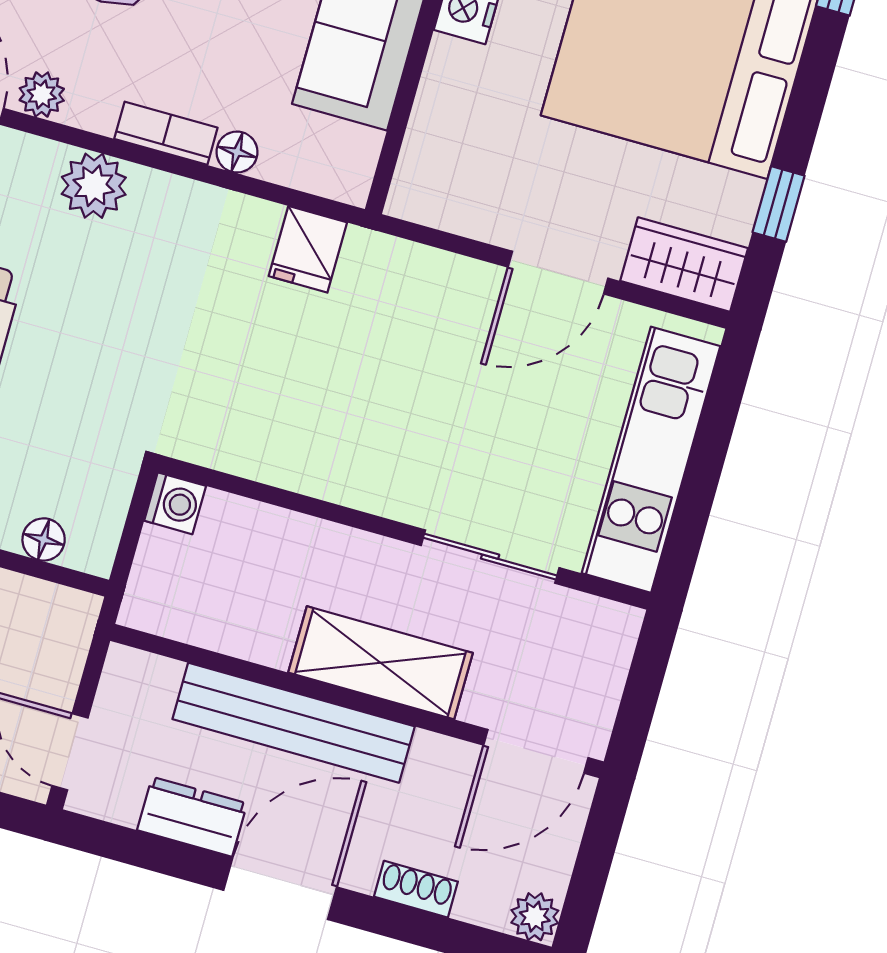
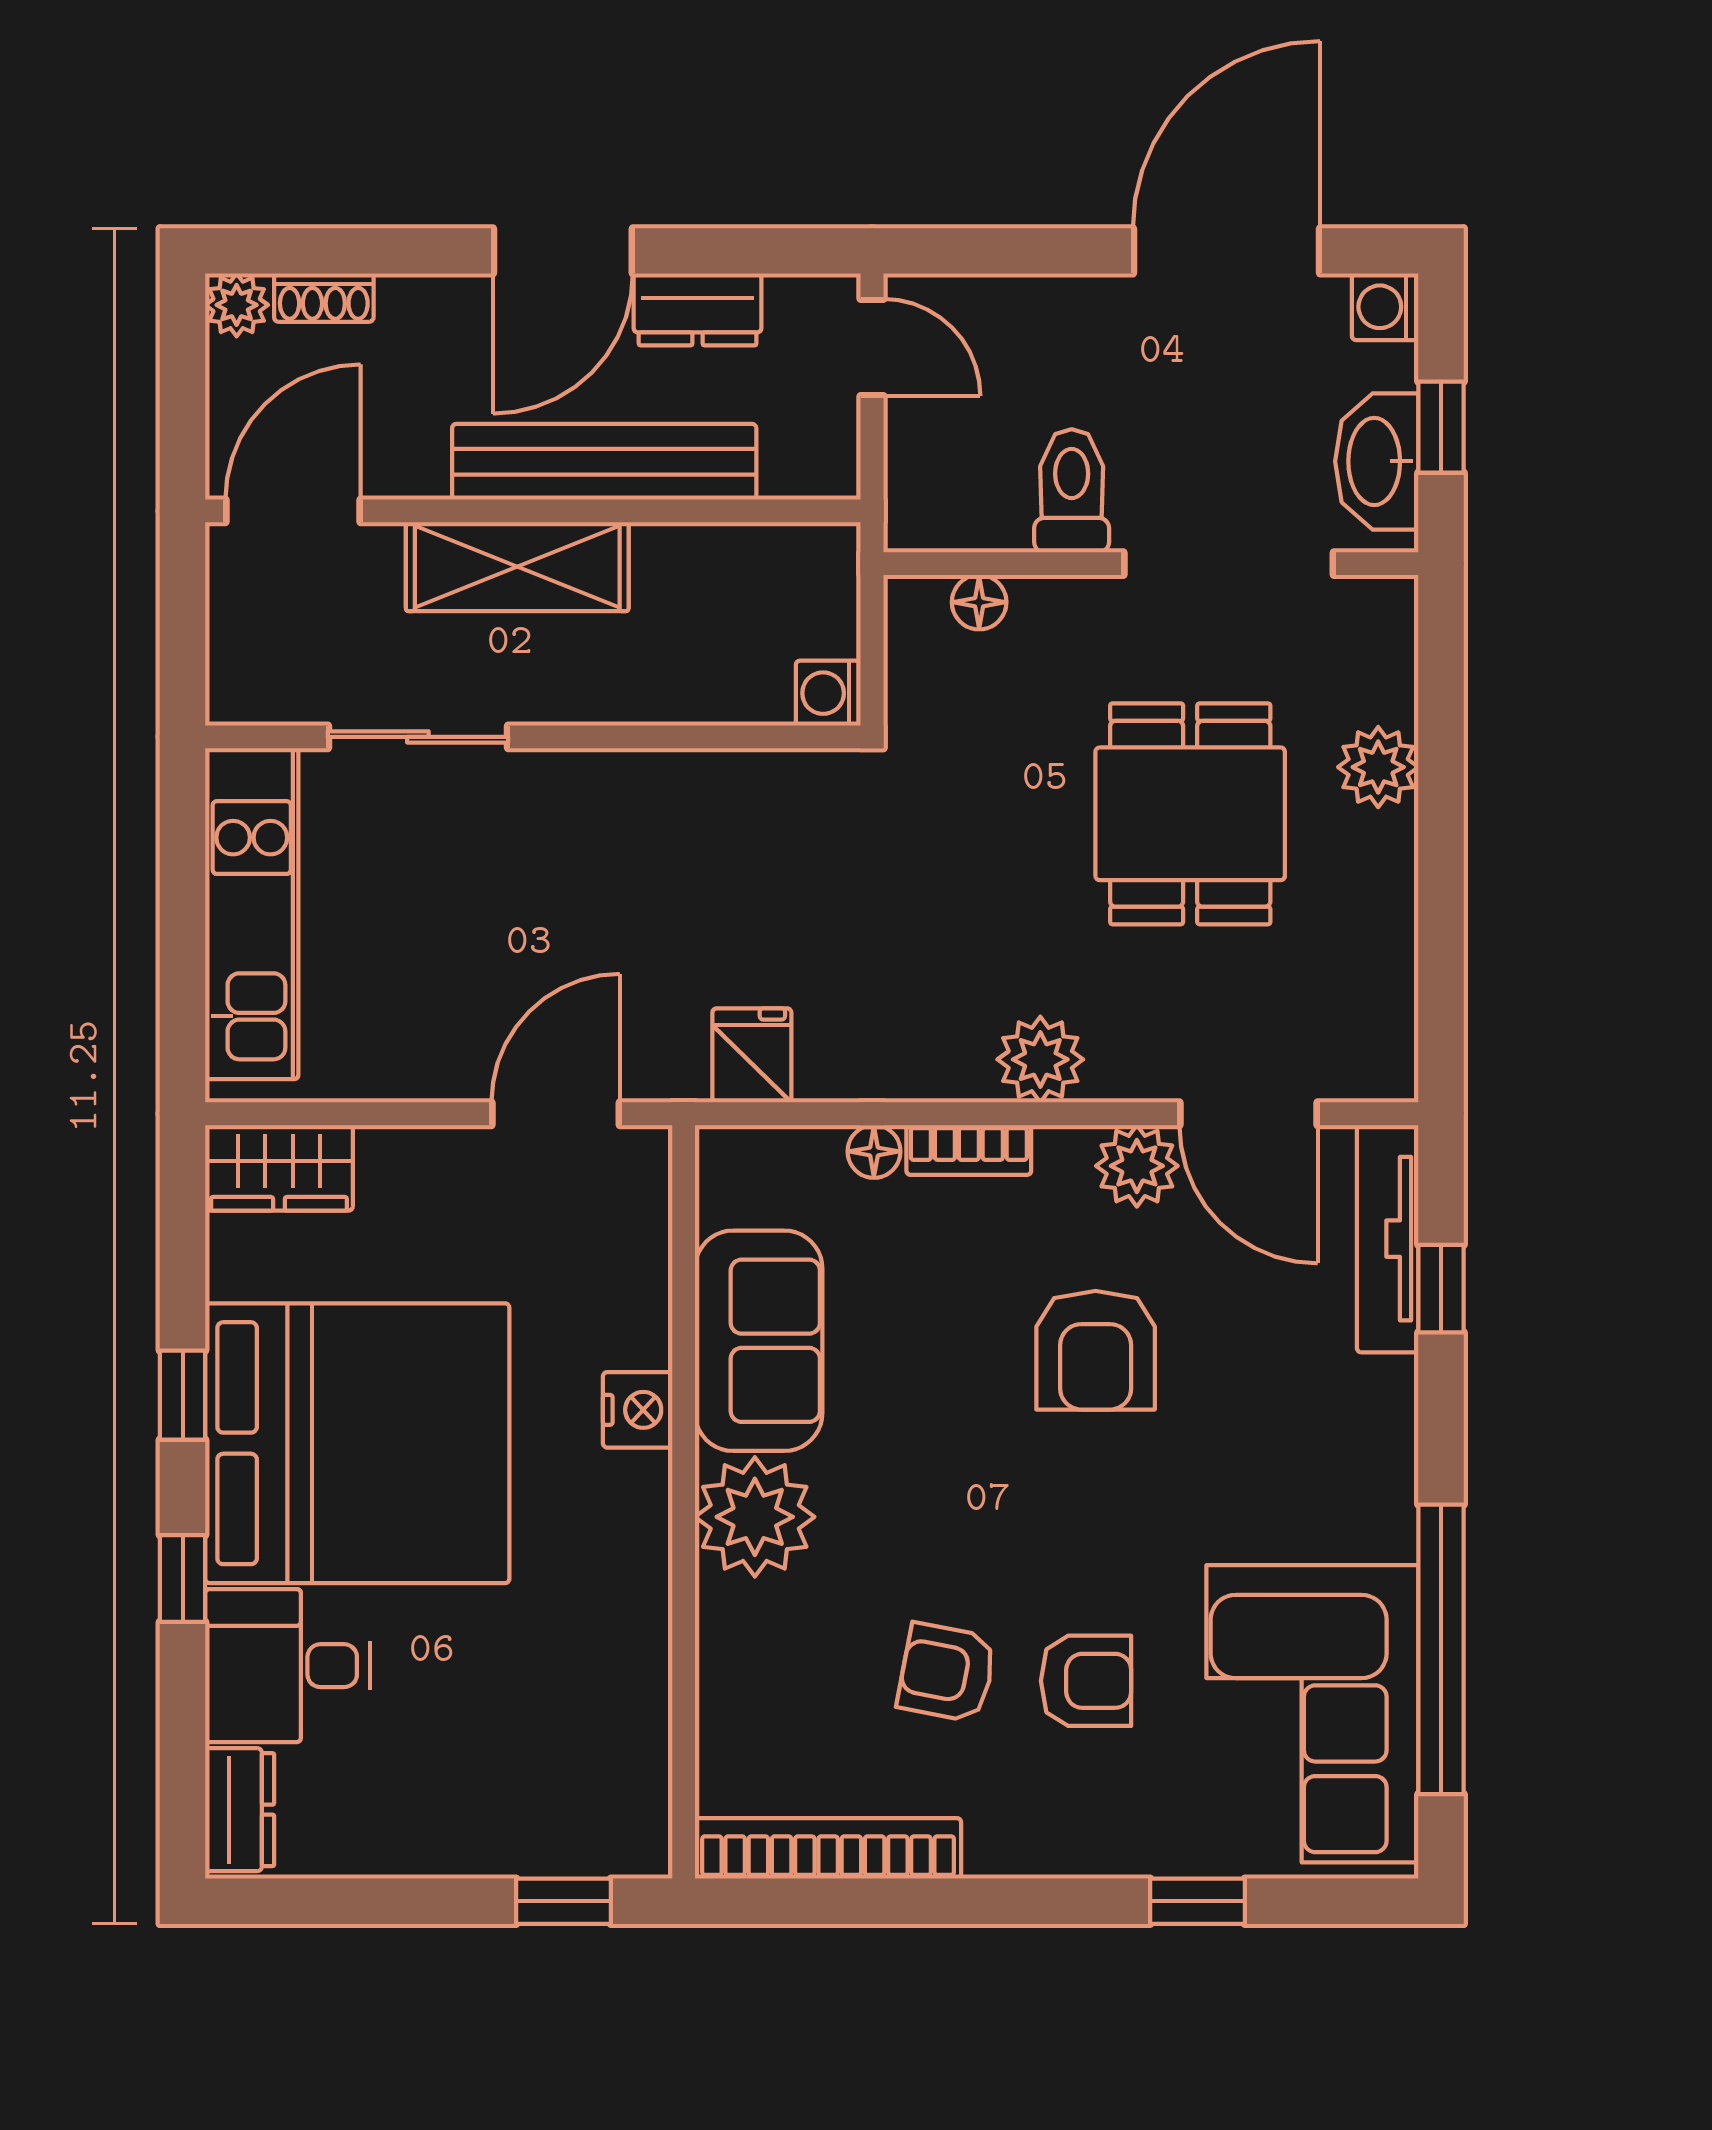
plant: (42, 94) -> (1137, 1166), width x1.38, depth x1.38
window: (779, 204) -> (183, 1395), moved
door: (558, 273) -> (556, 1114), moved
shoe rack: (416, 889) -> (324, 298), moved

